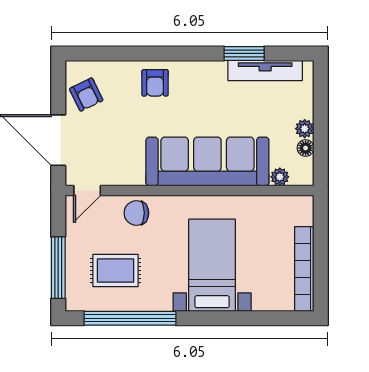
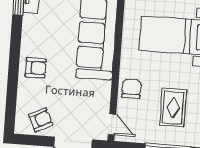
chair: (136, 213) -> (131, 89), turned 180

